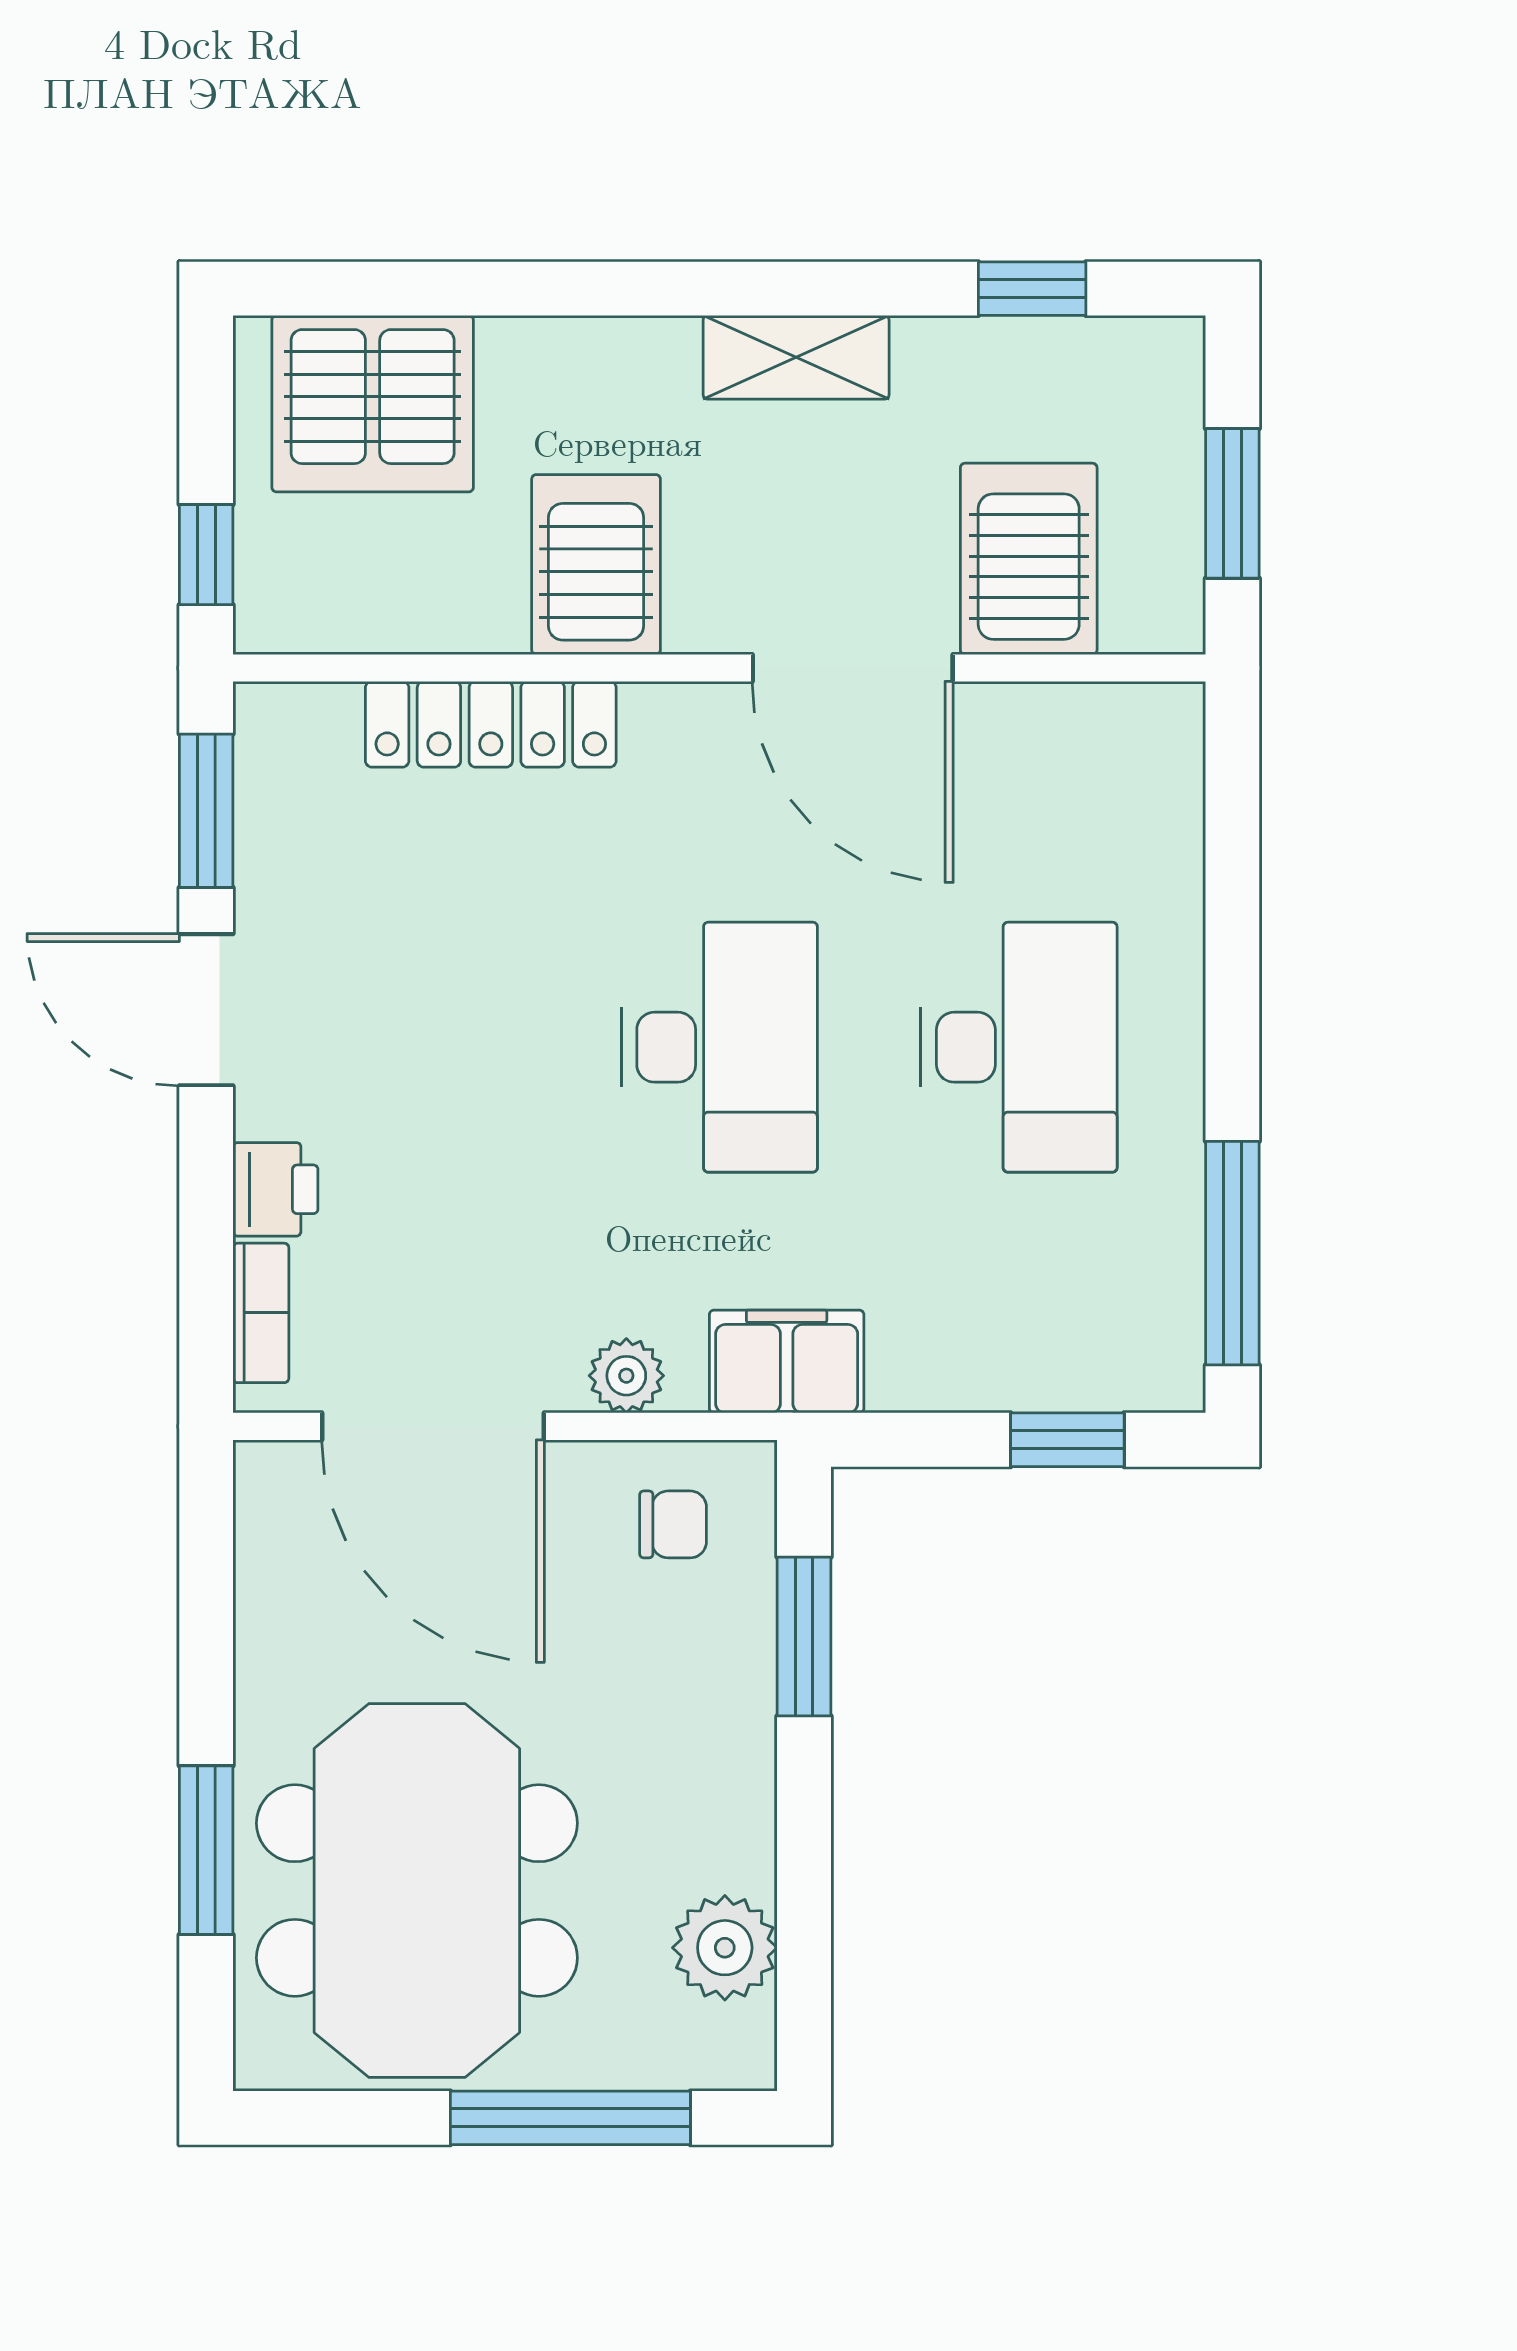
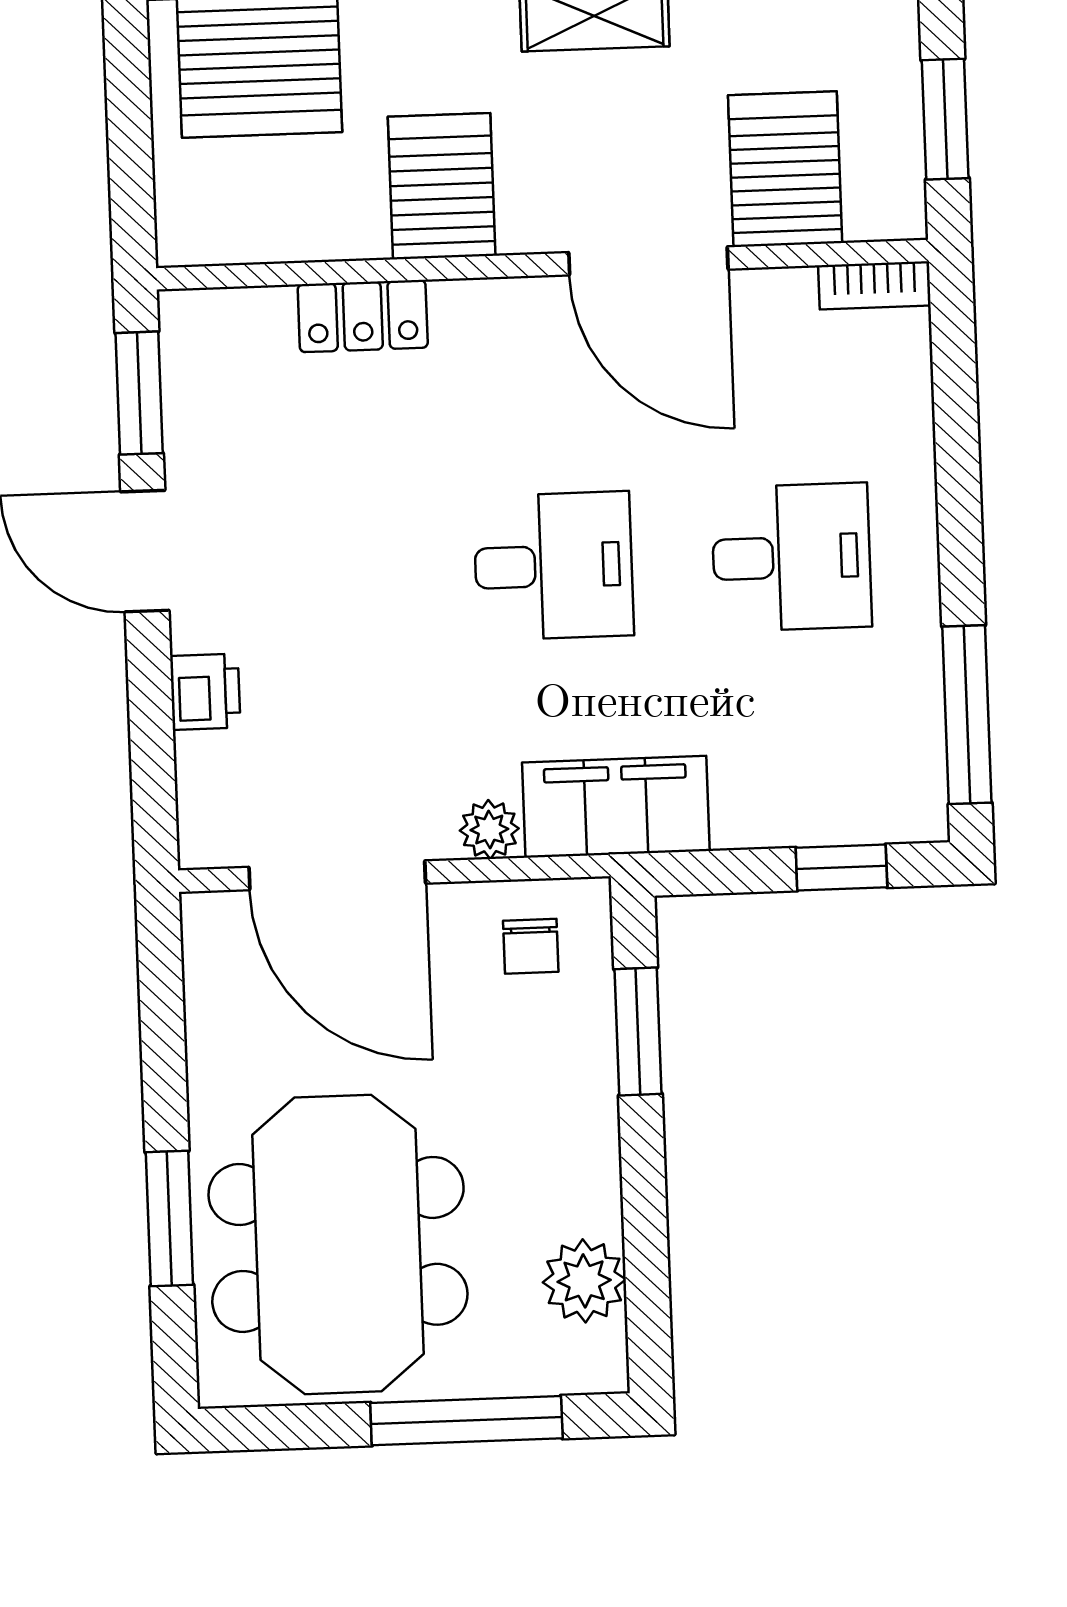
window: (206, 555) -> (132, 190), removed
locker: (491, 724) -> (363, 316), width x0.66
desk: (719, 1047) -> (554, 566), width x0.73
desk: (1019, 1047) -> (791, 557), width x0.73
bookcase: (261, 1313) -> (874, 285), moved, turned 90
filing cabinet: (787, 1362) -> (616, 807), width x1.50, depth x1.17
chair: (673, 1524) -> (531, 946), turned 90

